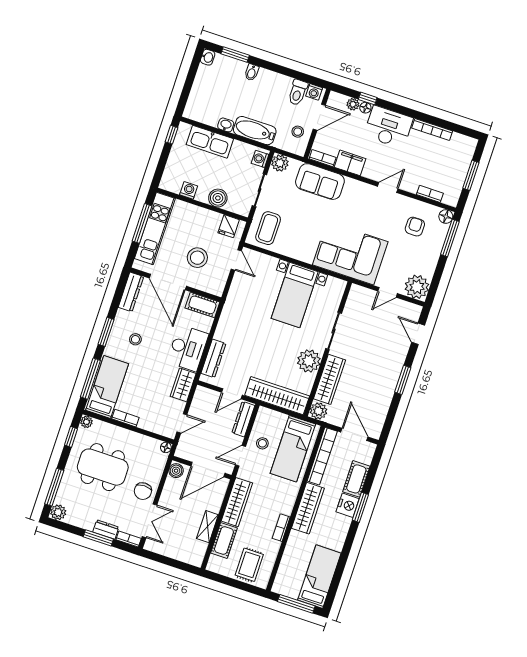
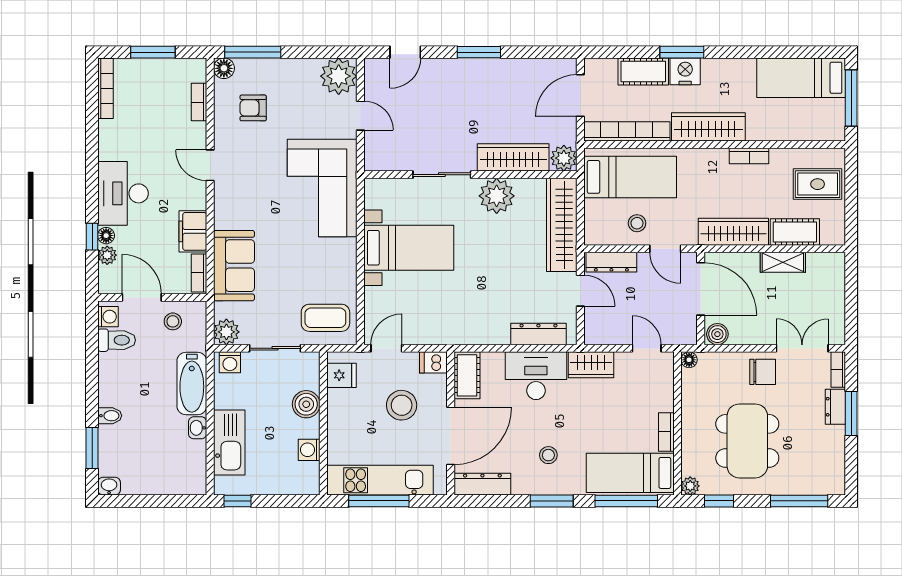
bookcase: (432, 129) -> (106, 88), moved
dishwasher: (218, 287) -> (433, 362), added
plant: (58, 512) -> (833, 483), removed

